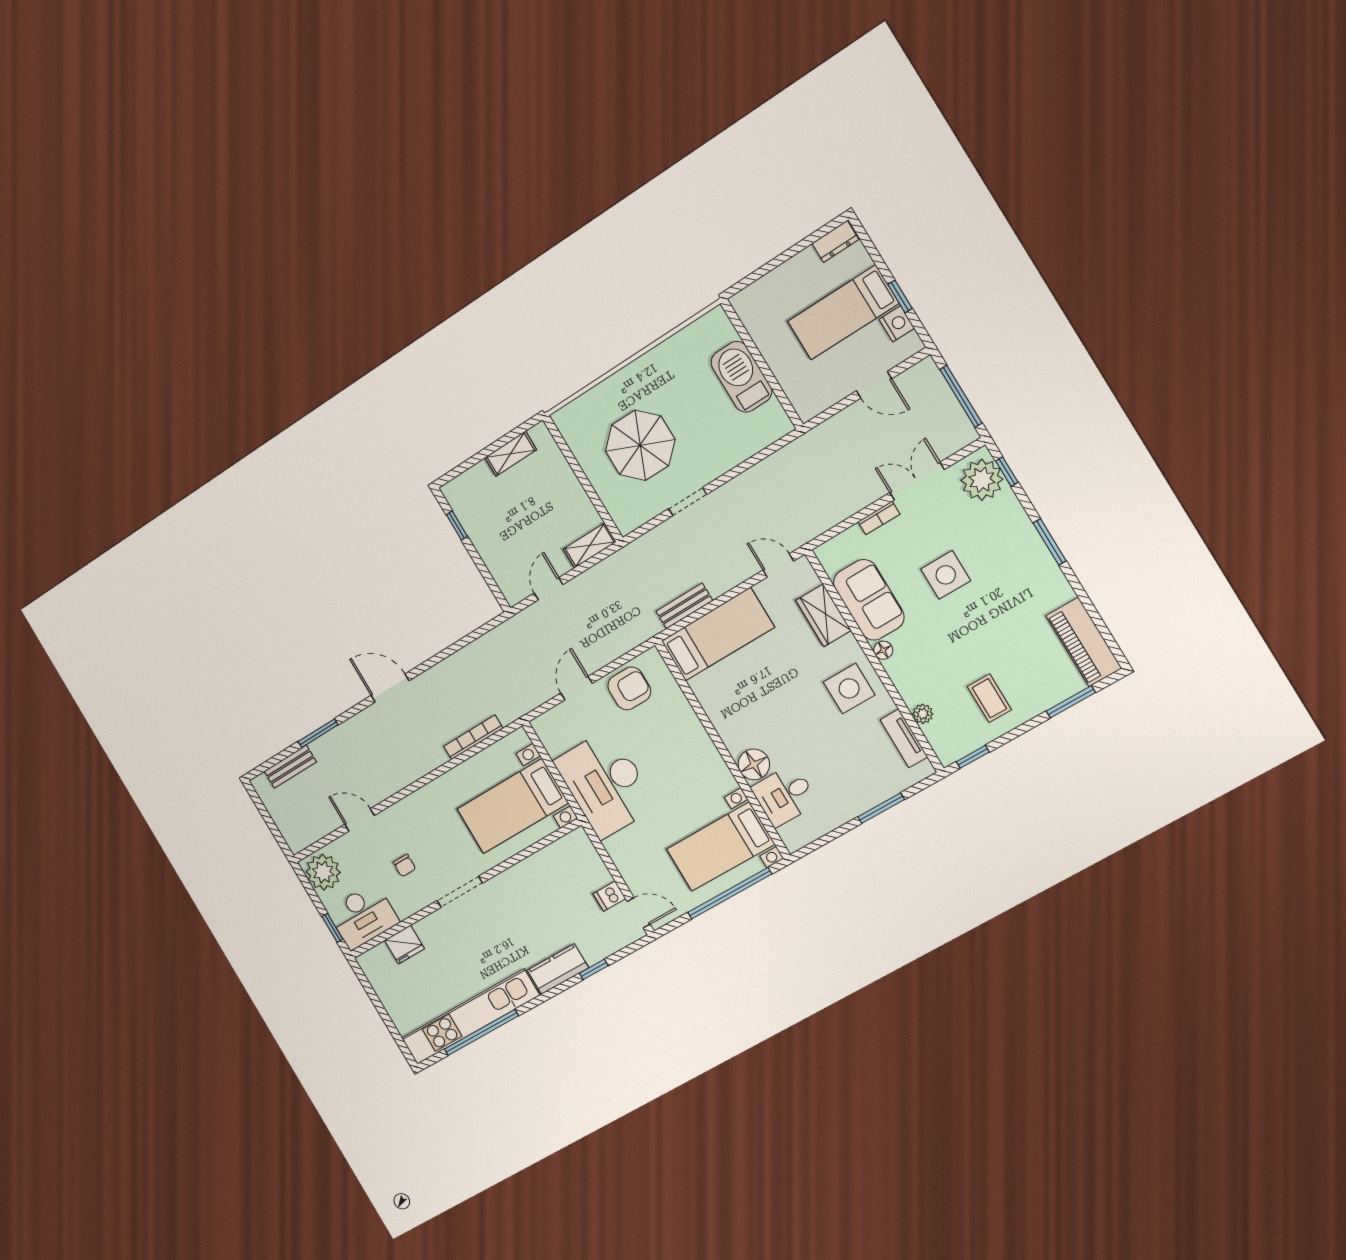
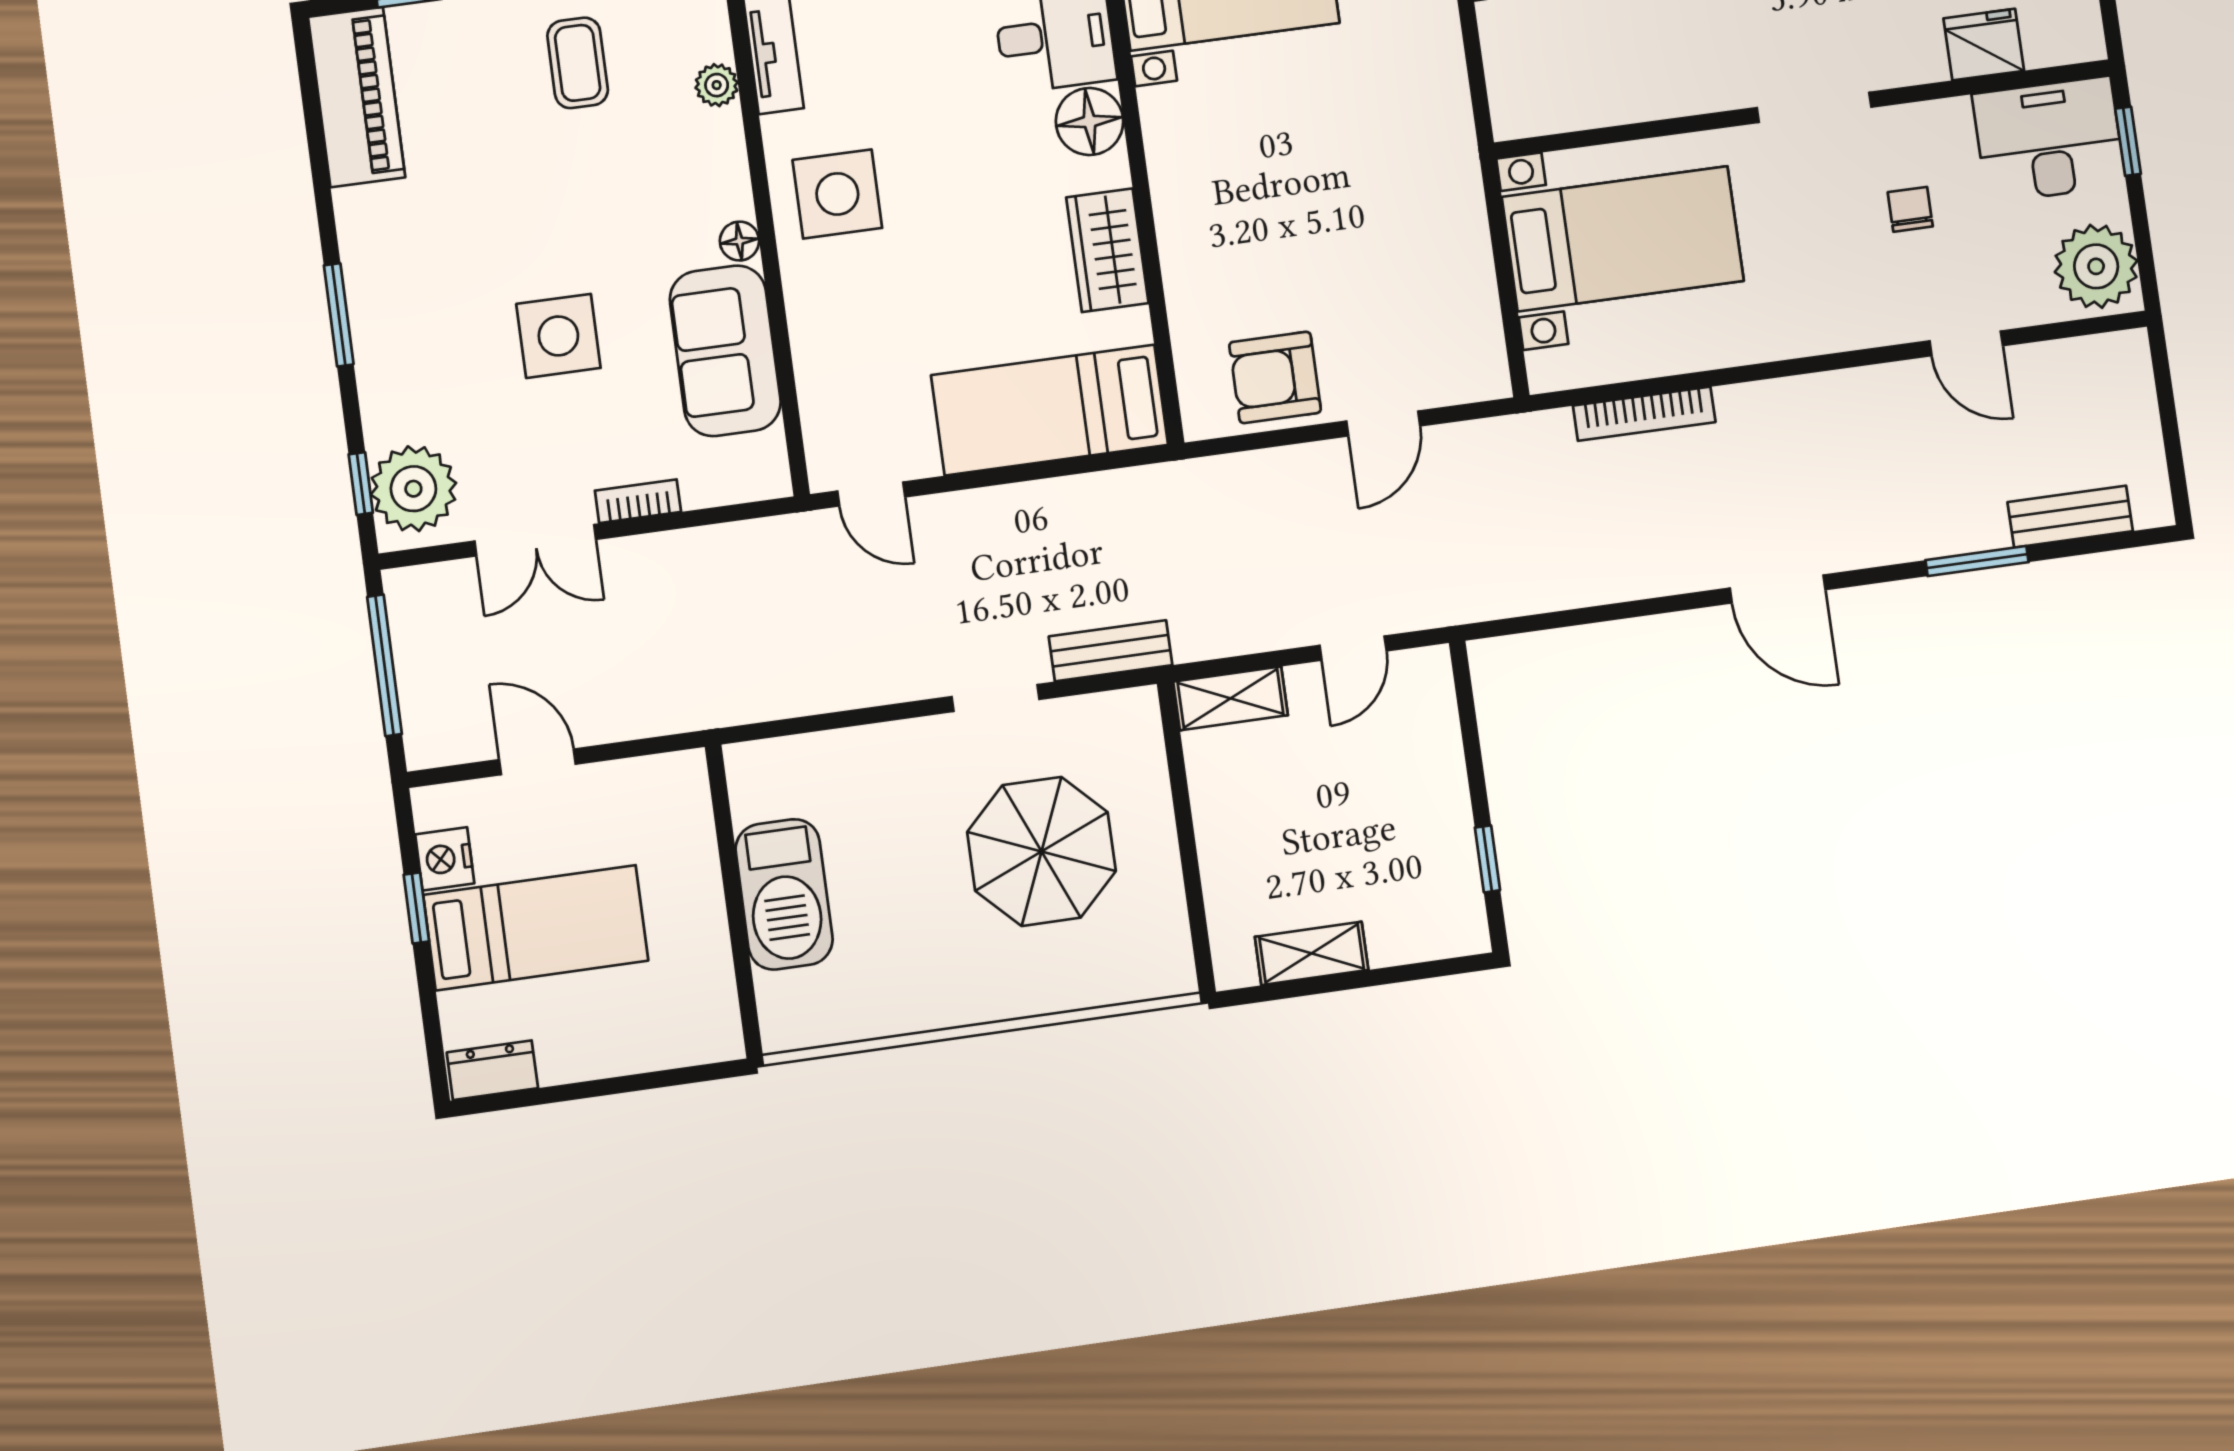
bench: (684, 606) -> (1111, 651), moved
wardrobe: (823, 615) -> (1107, 250), moved, turned 180
desk: (605, 784) -> (1408, 206), removed

